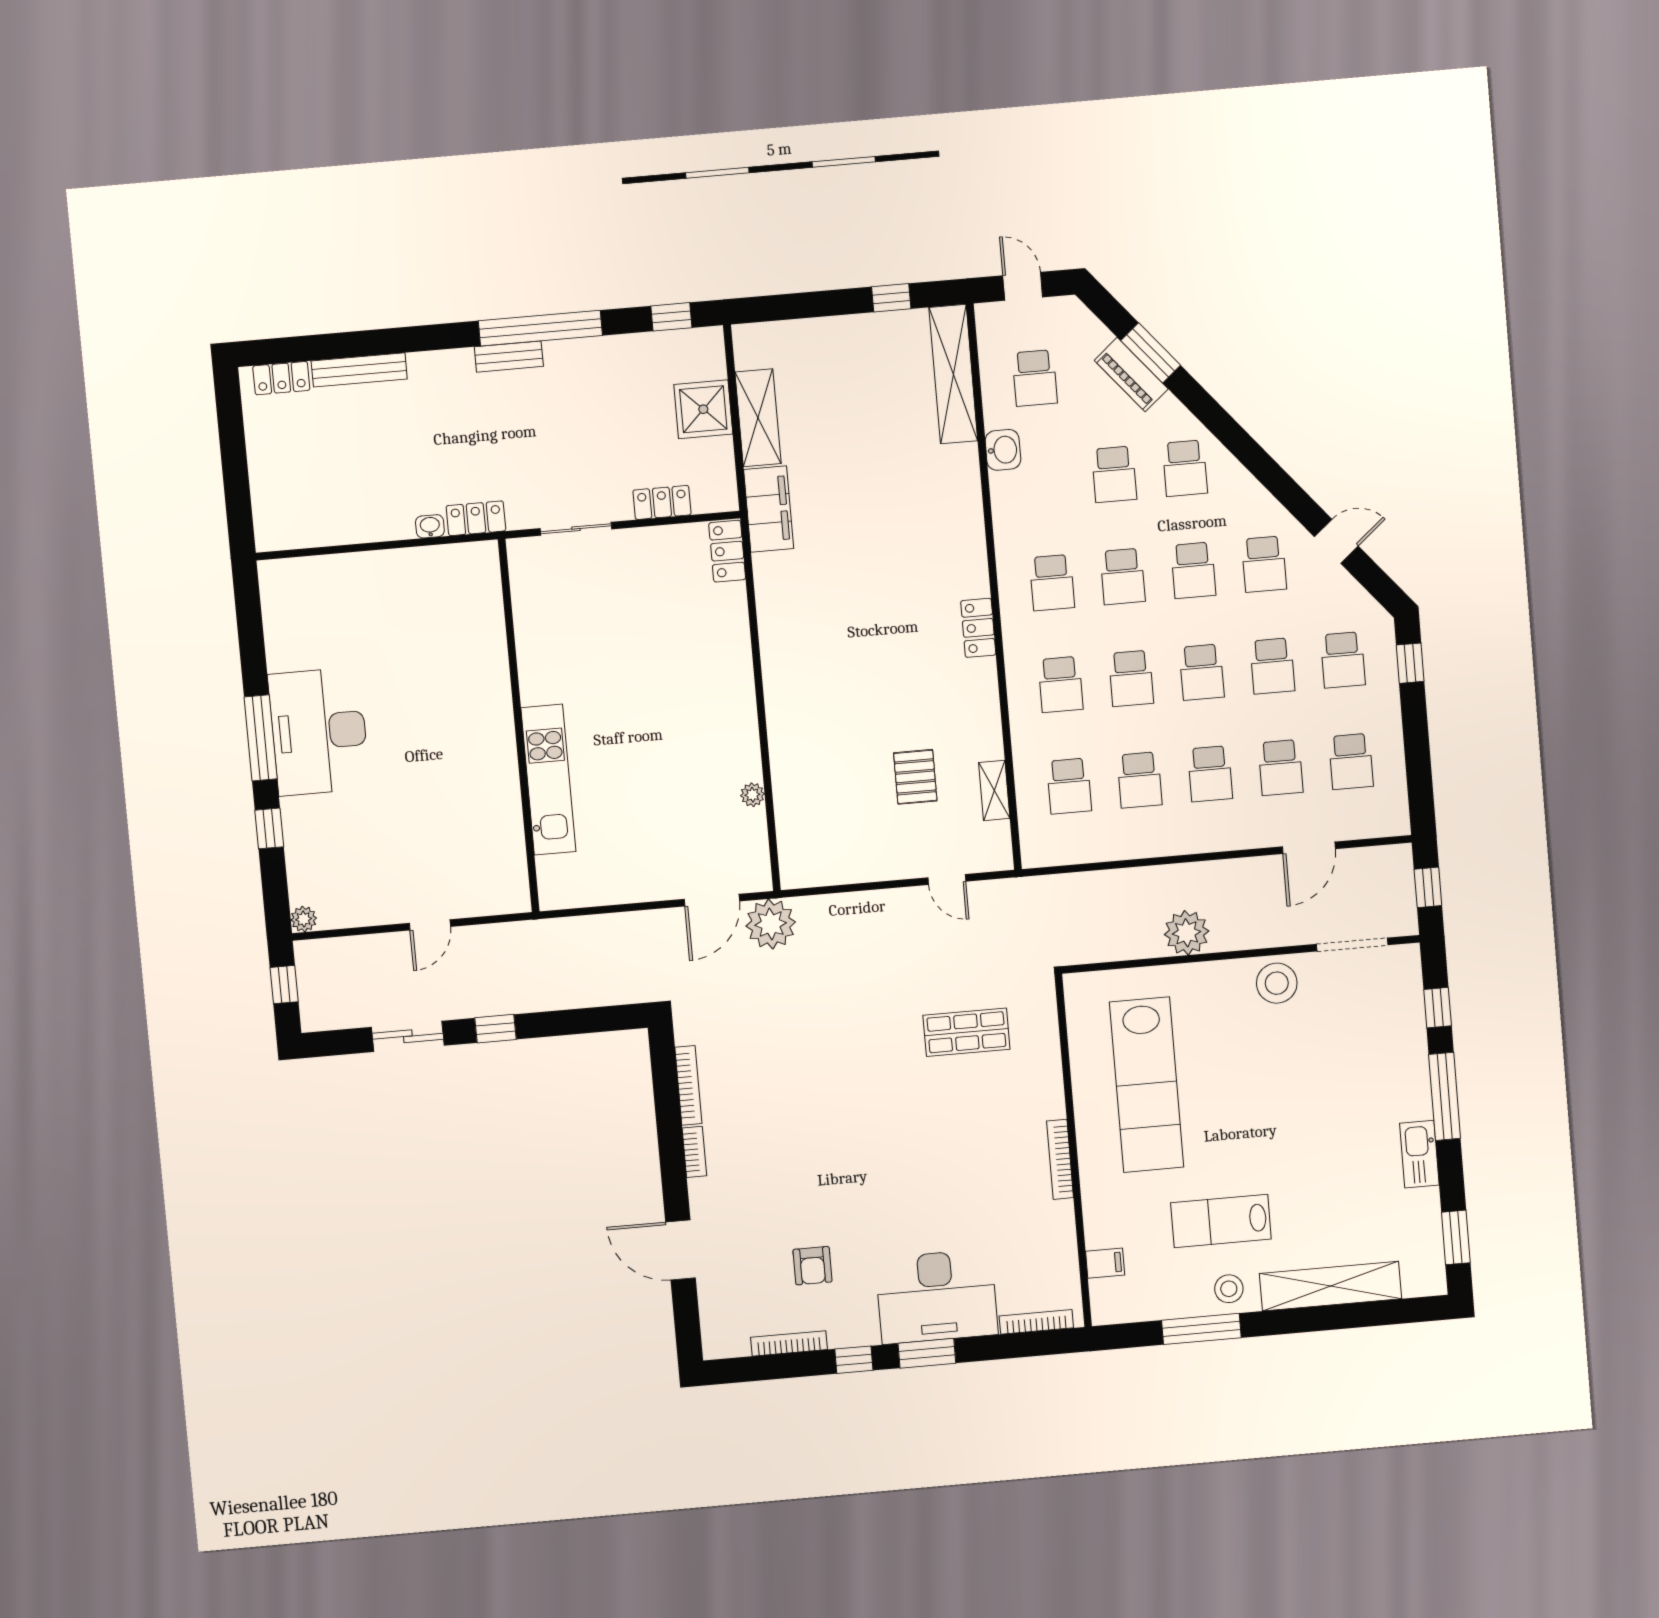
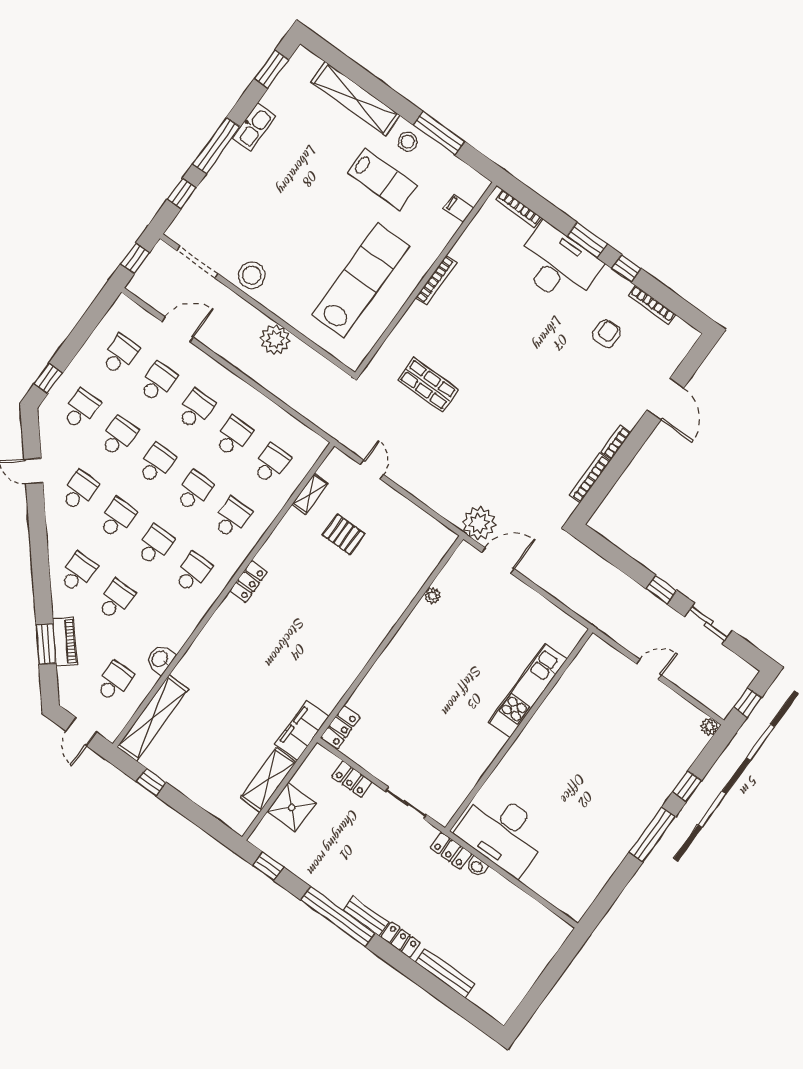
locker: (281, 378) -> (401, 940), moved
desk: (319, 731) -> (503, 832), moved, turned 90
pallet: (915, 777) -> (344, 534), turned 90

